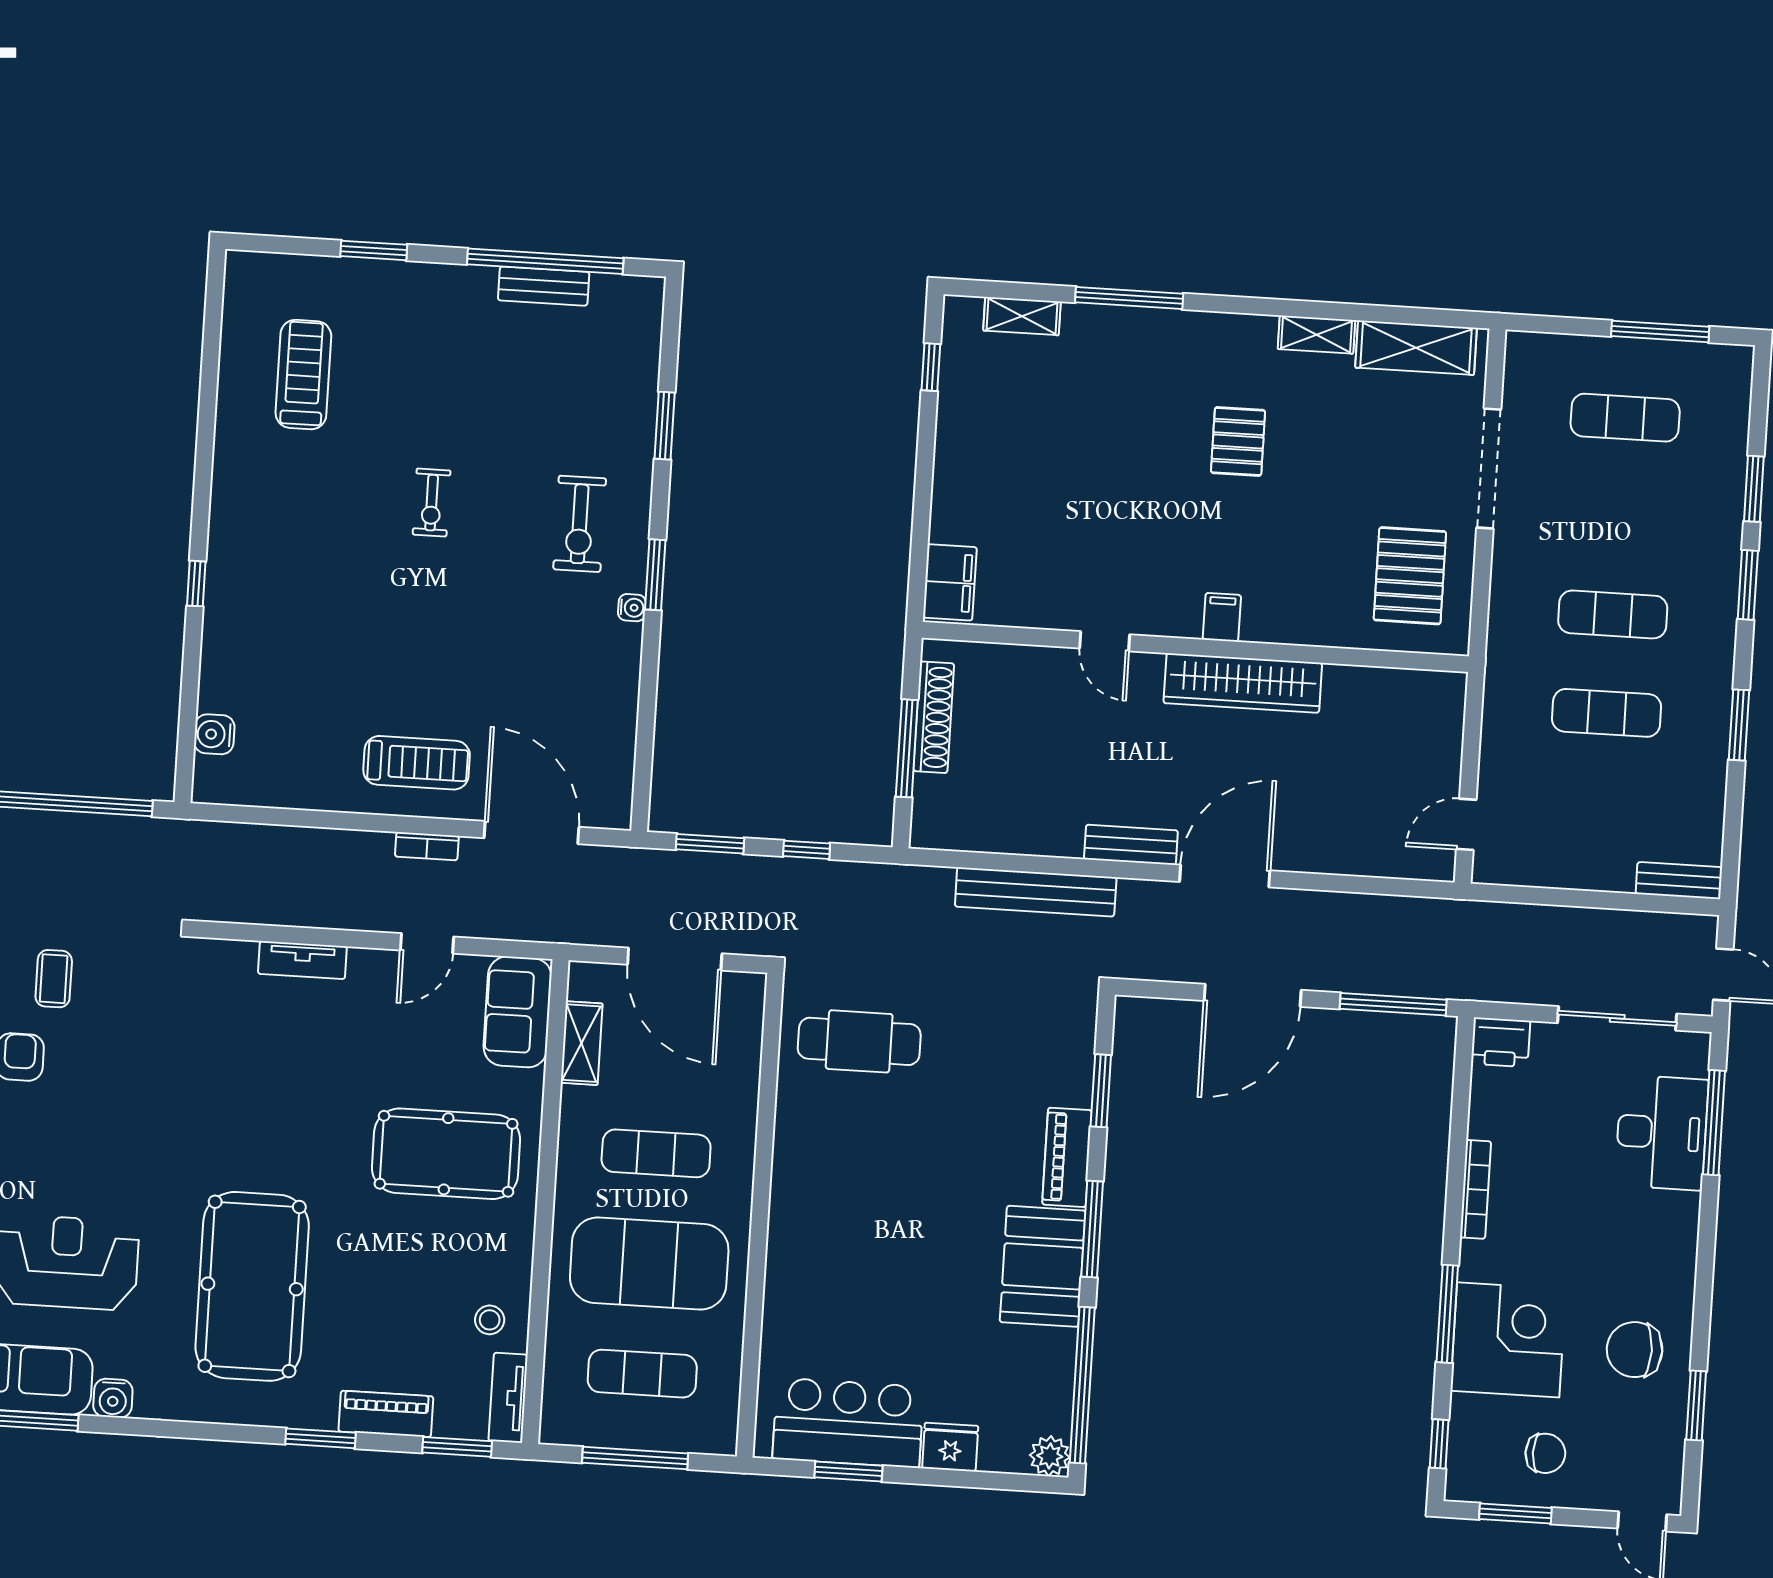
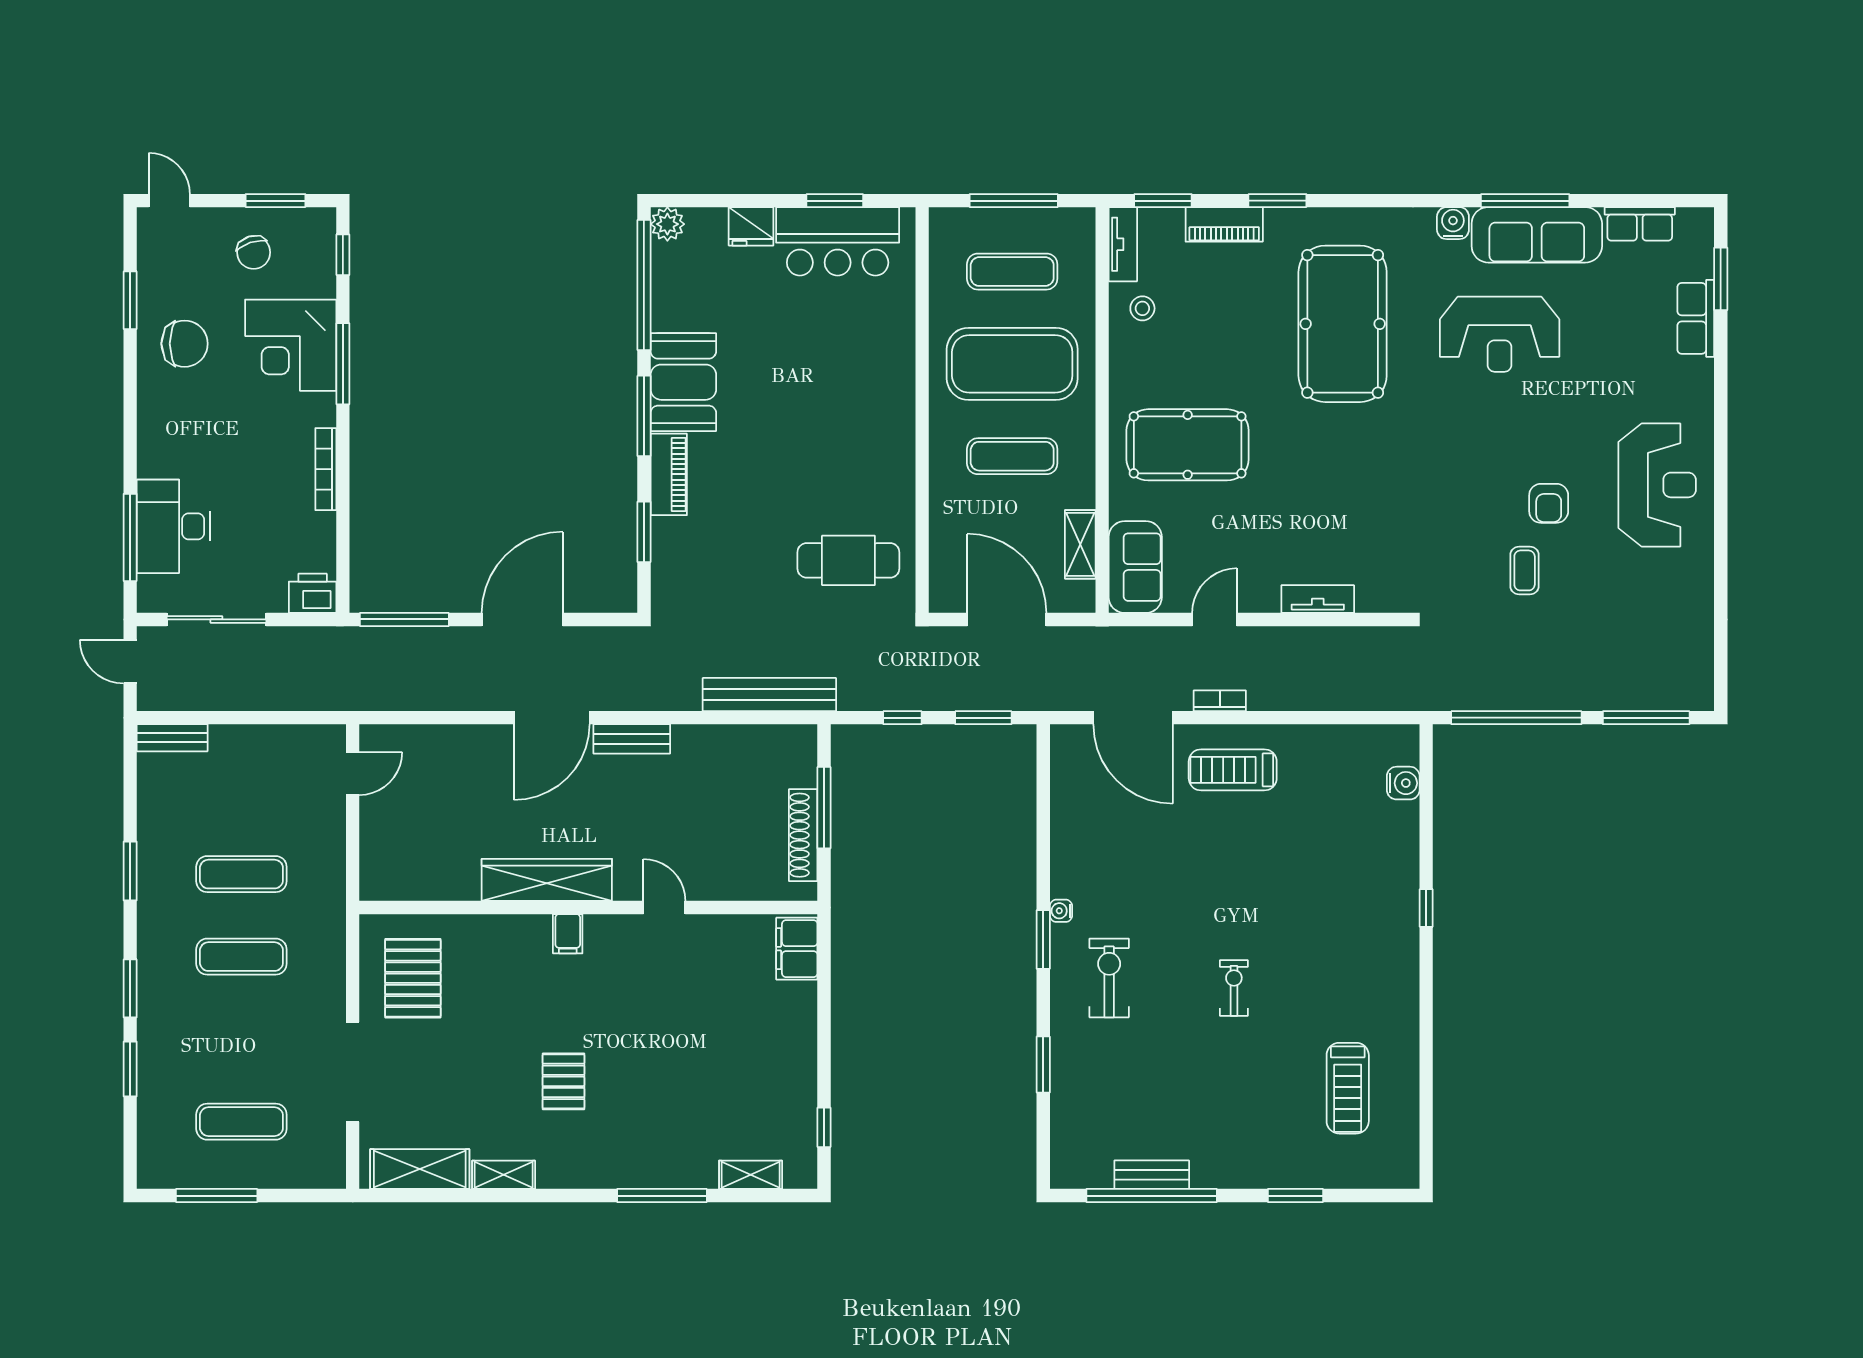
bench: (1036, 892) -> (769, 695), moved
chair: (1545, 1453) -> (254, 252), turned -108

